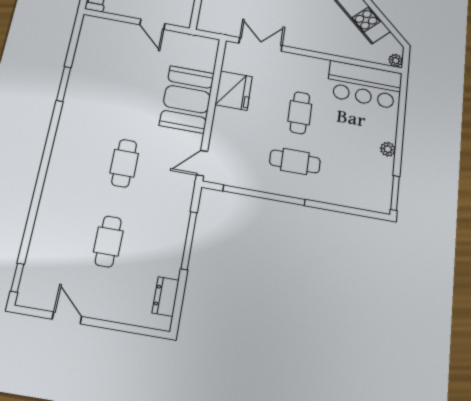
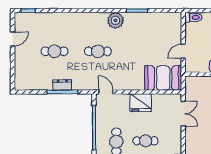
fridge: (234, 91) -> (141, 103), moved
booth: (187, 99) -> (163, 78), moved
plant: (73, 123) -> (115, 20), added
dresser: (166, 296) -> (62, 85), moved

